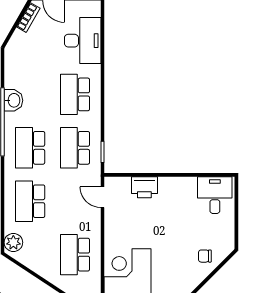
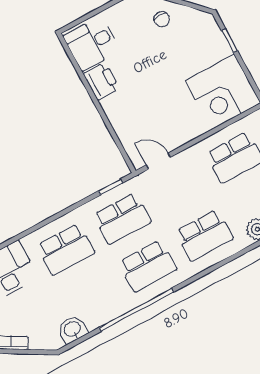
washbasin: (13, 100) -> (73, 329), moved
printer: (144, 187) -> (102, 81), moved
door: (103, 197) -> (158, 161), swing flipped

